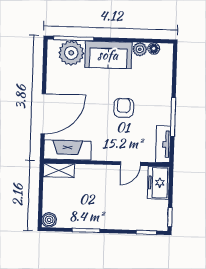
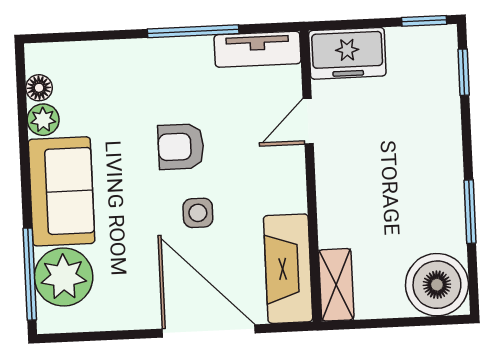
side table: (94, 113) -> (198, 213), added
door: (130, 164) -> (308, 121), swing flipped
boiler: (49, 220) -> (437, 285), width x1.86, depth x1.86

